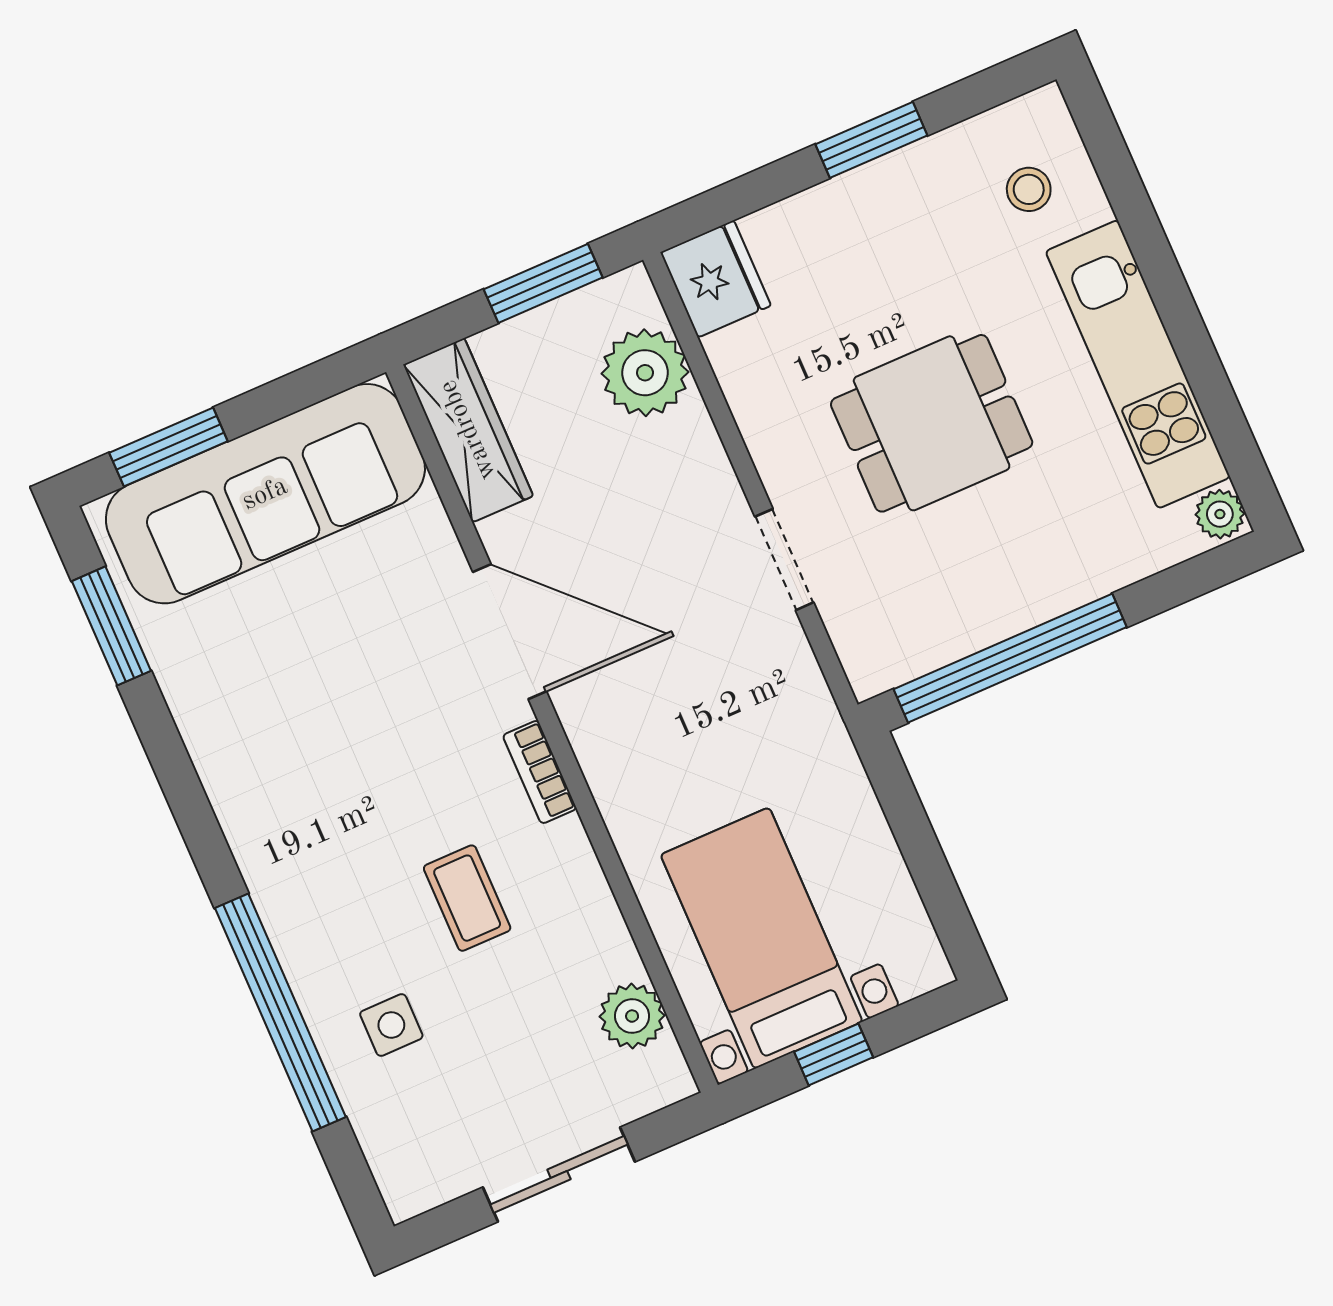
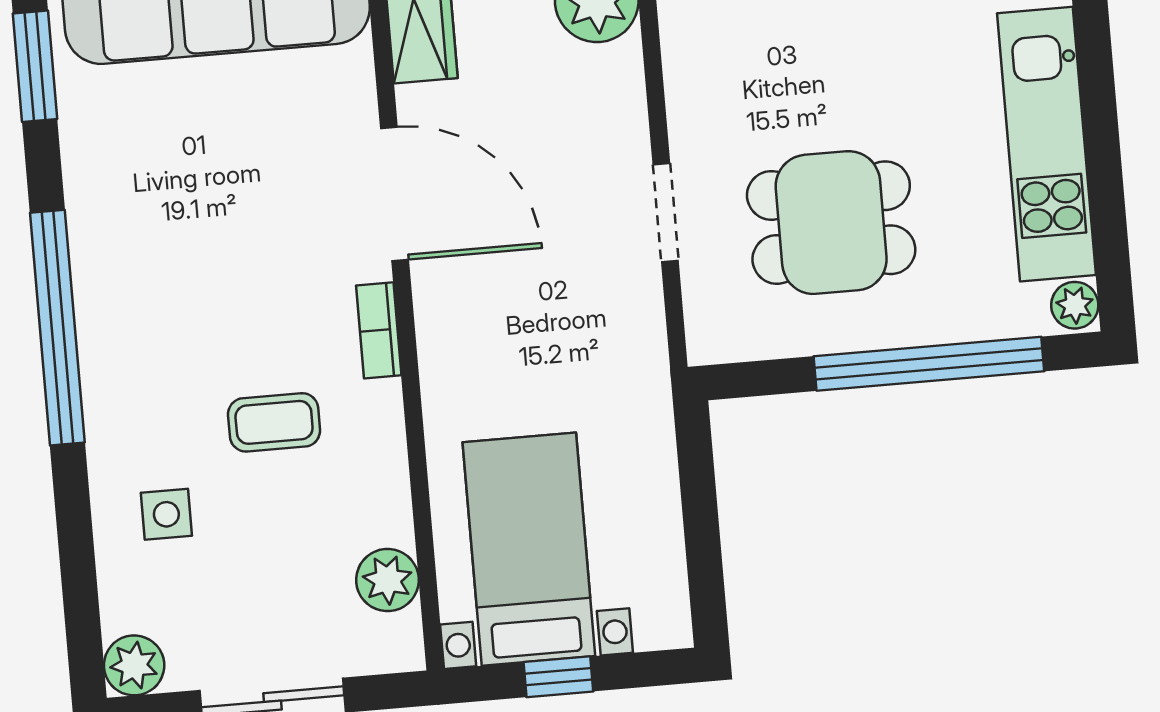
dining table: (932, 423) -> (831, 223), moved
window: (1010, 658) -> (929, 364), moved
coffee table: (467, 898) -> (274, 422), turned 90
window: (280, 1013) -> (57, 328), moved
plant: (410, 1185) -> (134, 665), added

